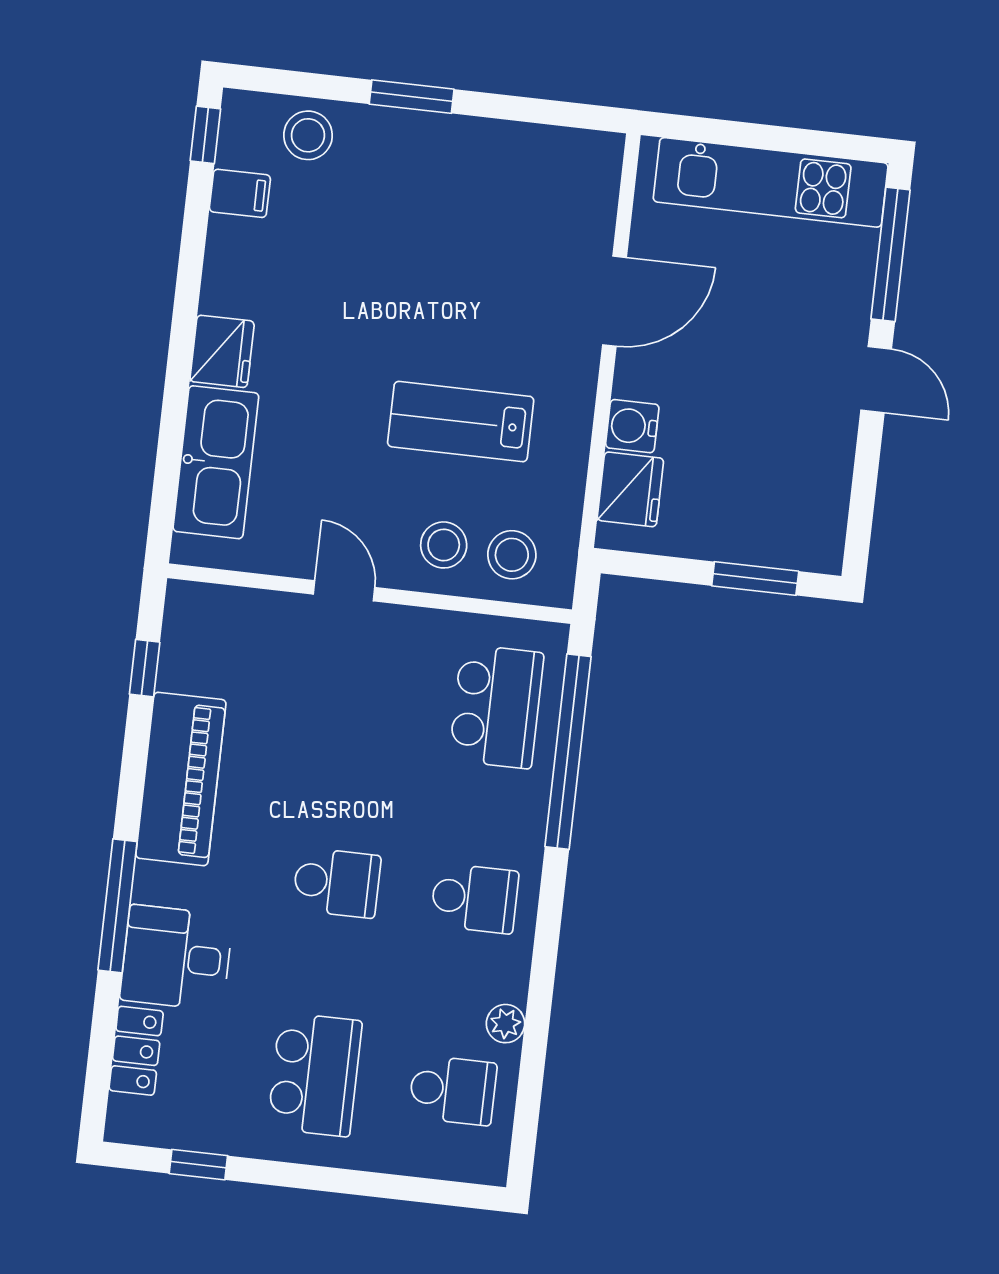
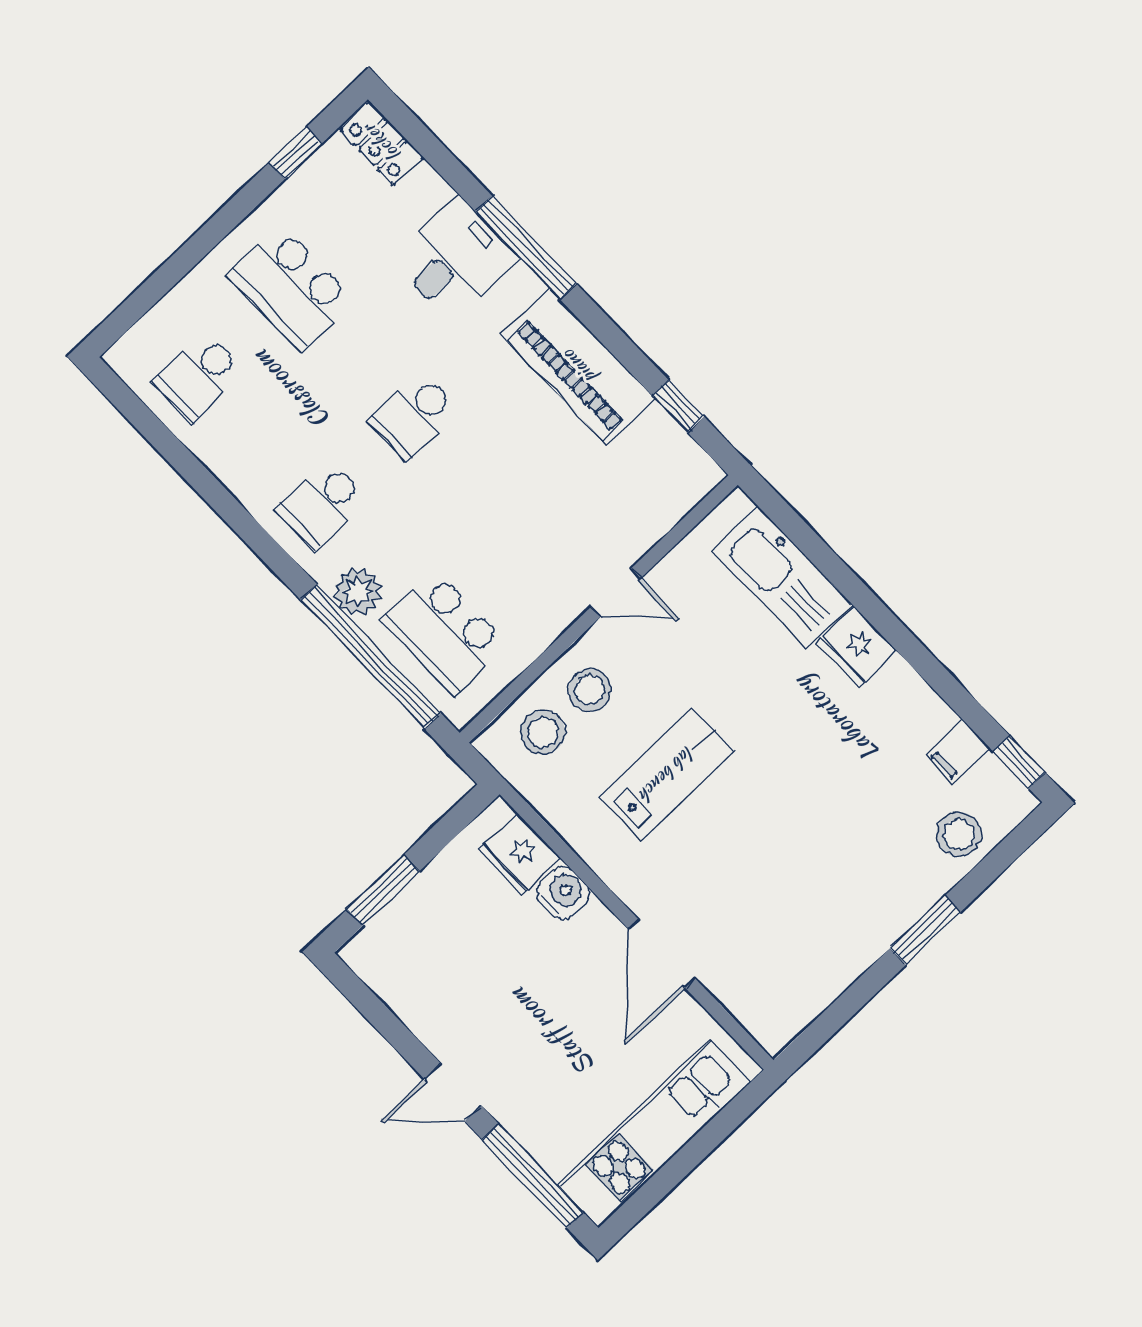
plant: (506, 1024) -> (358, 592), moved, width x1.38, depth x1.38
locker: (136, 1051) -> (382, 143), moved

